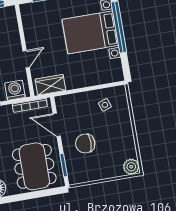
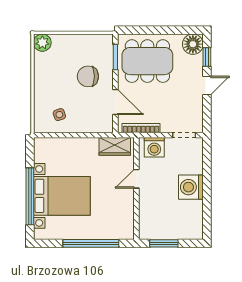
chair: (85, 144) -> (88, 76), turned 180
dining table: (34, 166) -> (147, 61), turned 90

